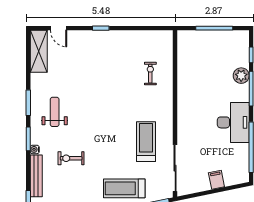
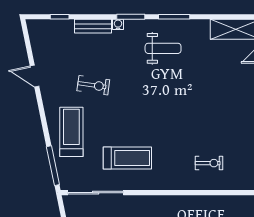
exercise bike: (71, 158) -> (93, 85), moved, turned 98
bench: (36, 176) -> (93, 26), width x0.73

